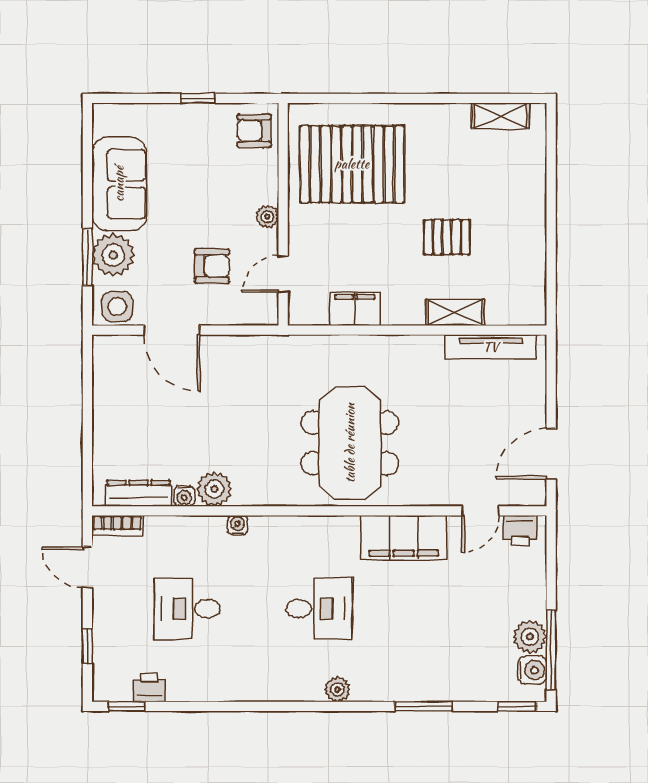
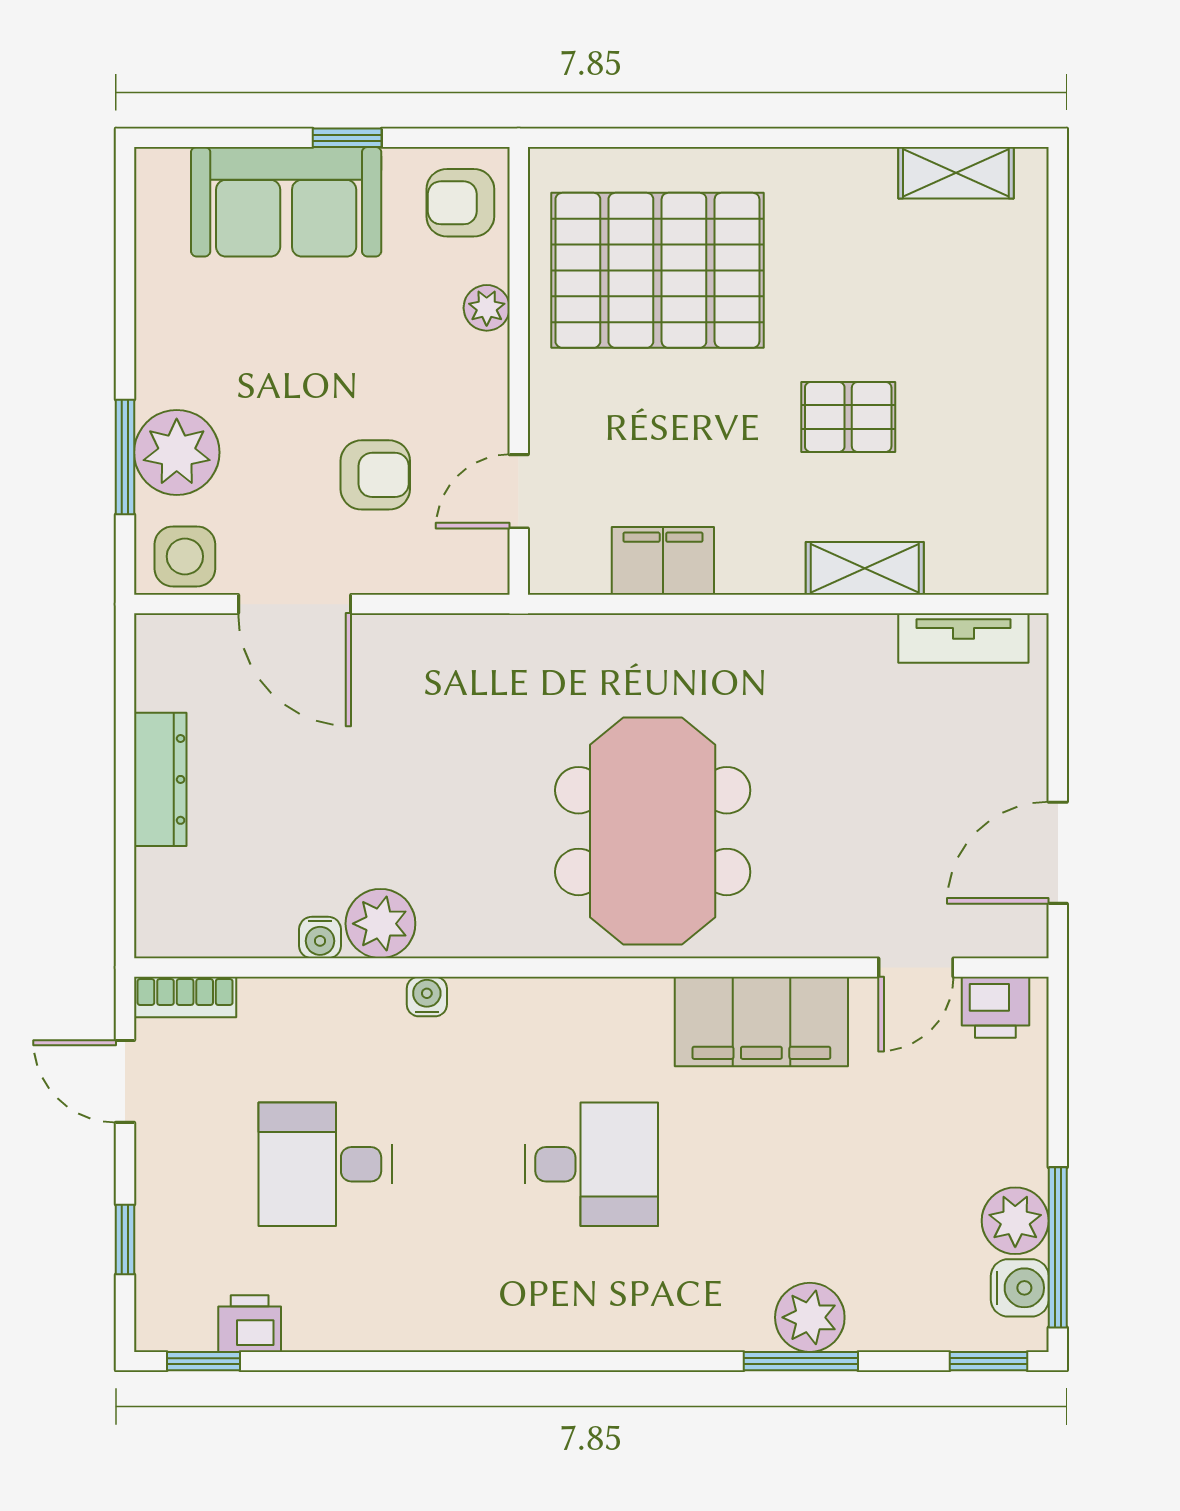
sofa: (119, 184) -> (286, 202), moved, turned 90
plant: (267, 217) -> (487, 308), moved
tv unit: (491, 347) -> (963, 638), width x0.71
dresser: (138, 493) -> (160, 779), moved, turned 90
plant: (337, 689) -> (810, 1317), moved, width x1.38, depth x1.38

